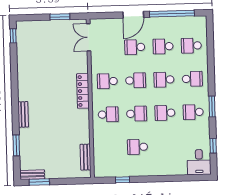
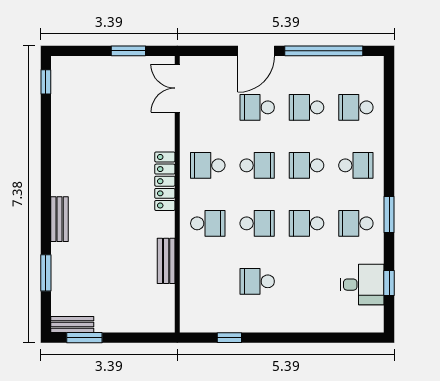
bench: (86, 157) -> (166, 261), moved
desk: (199, 162) -> (362, 285), moved, turned -90

